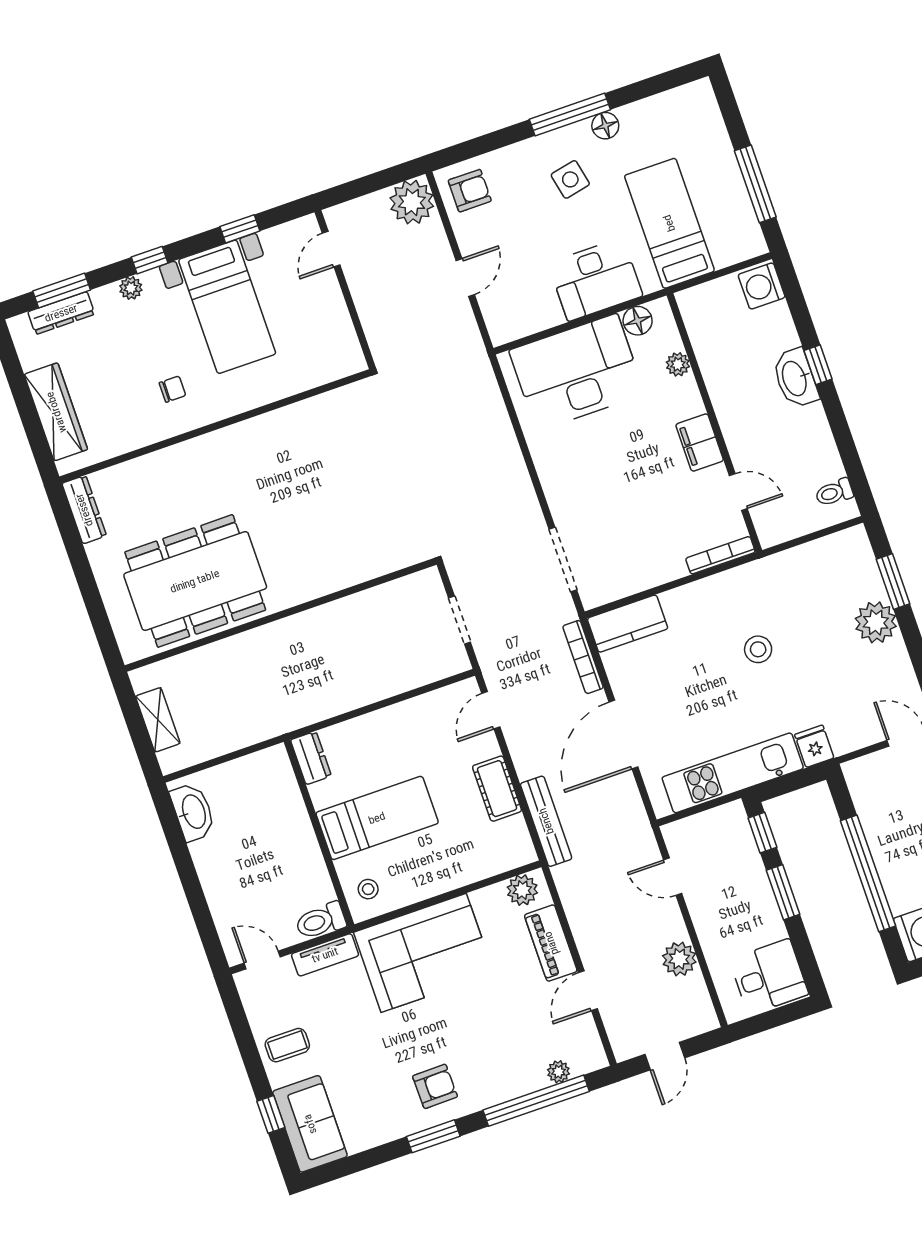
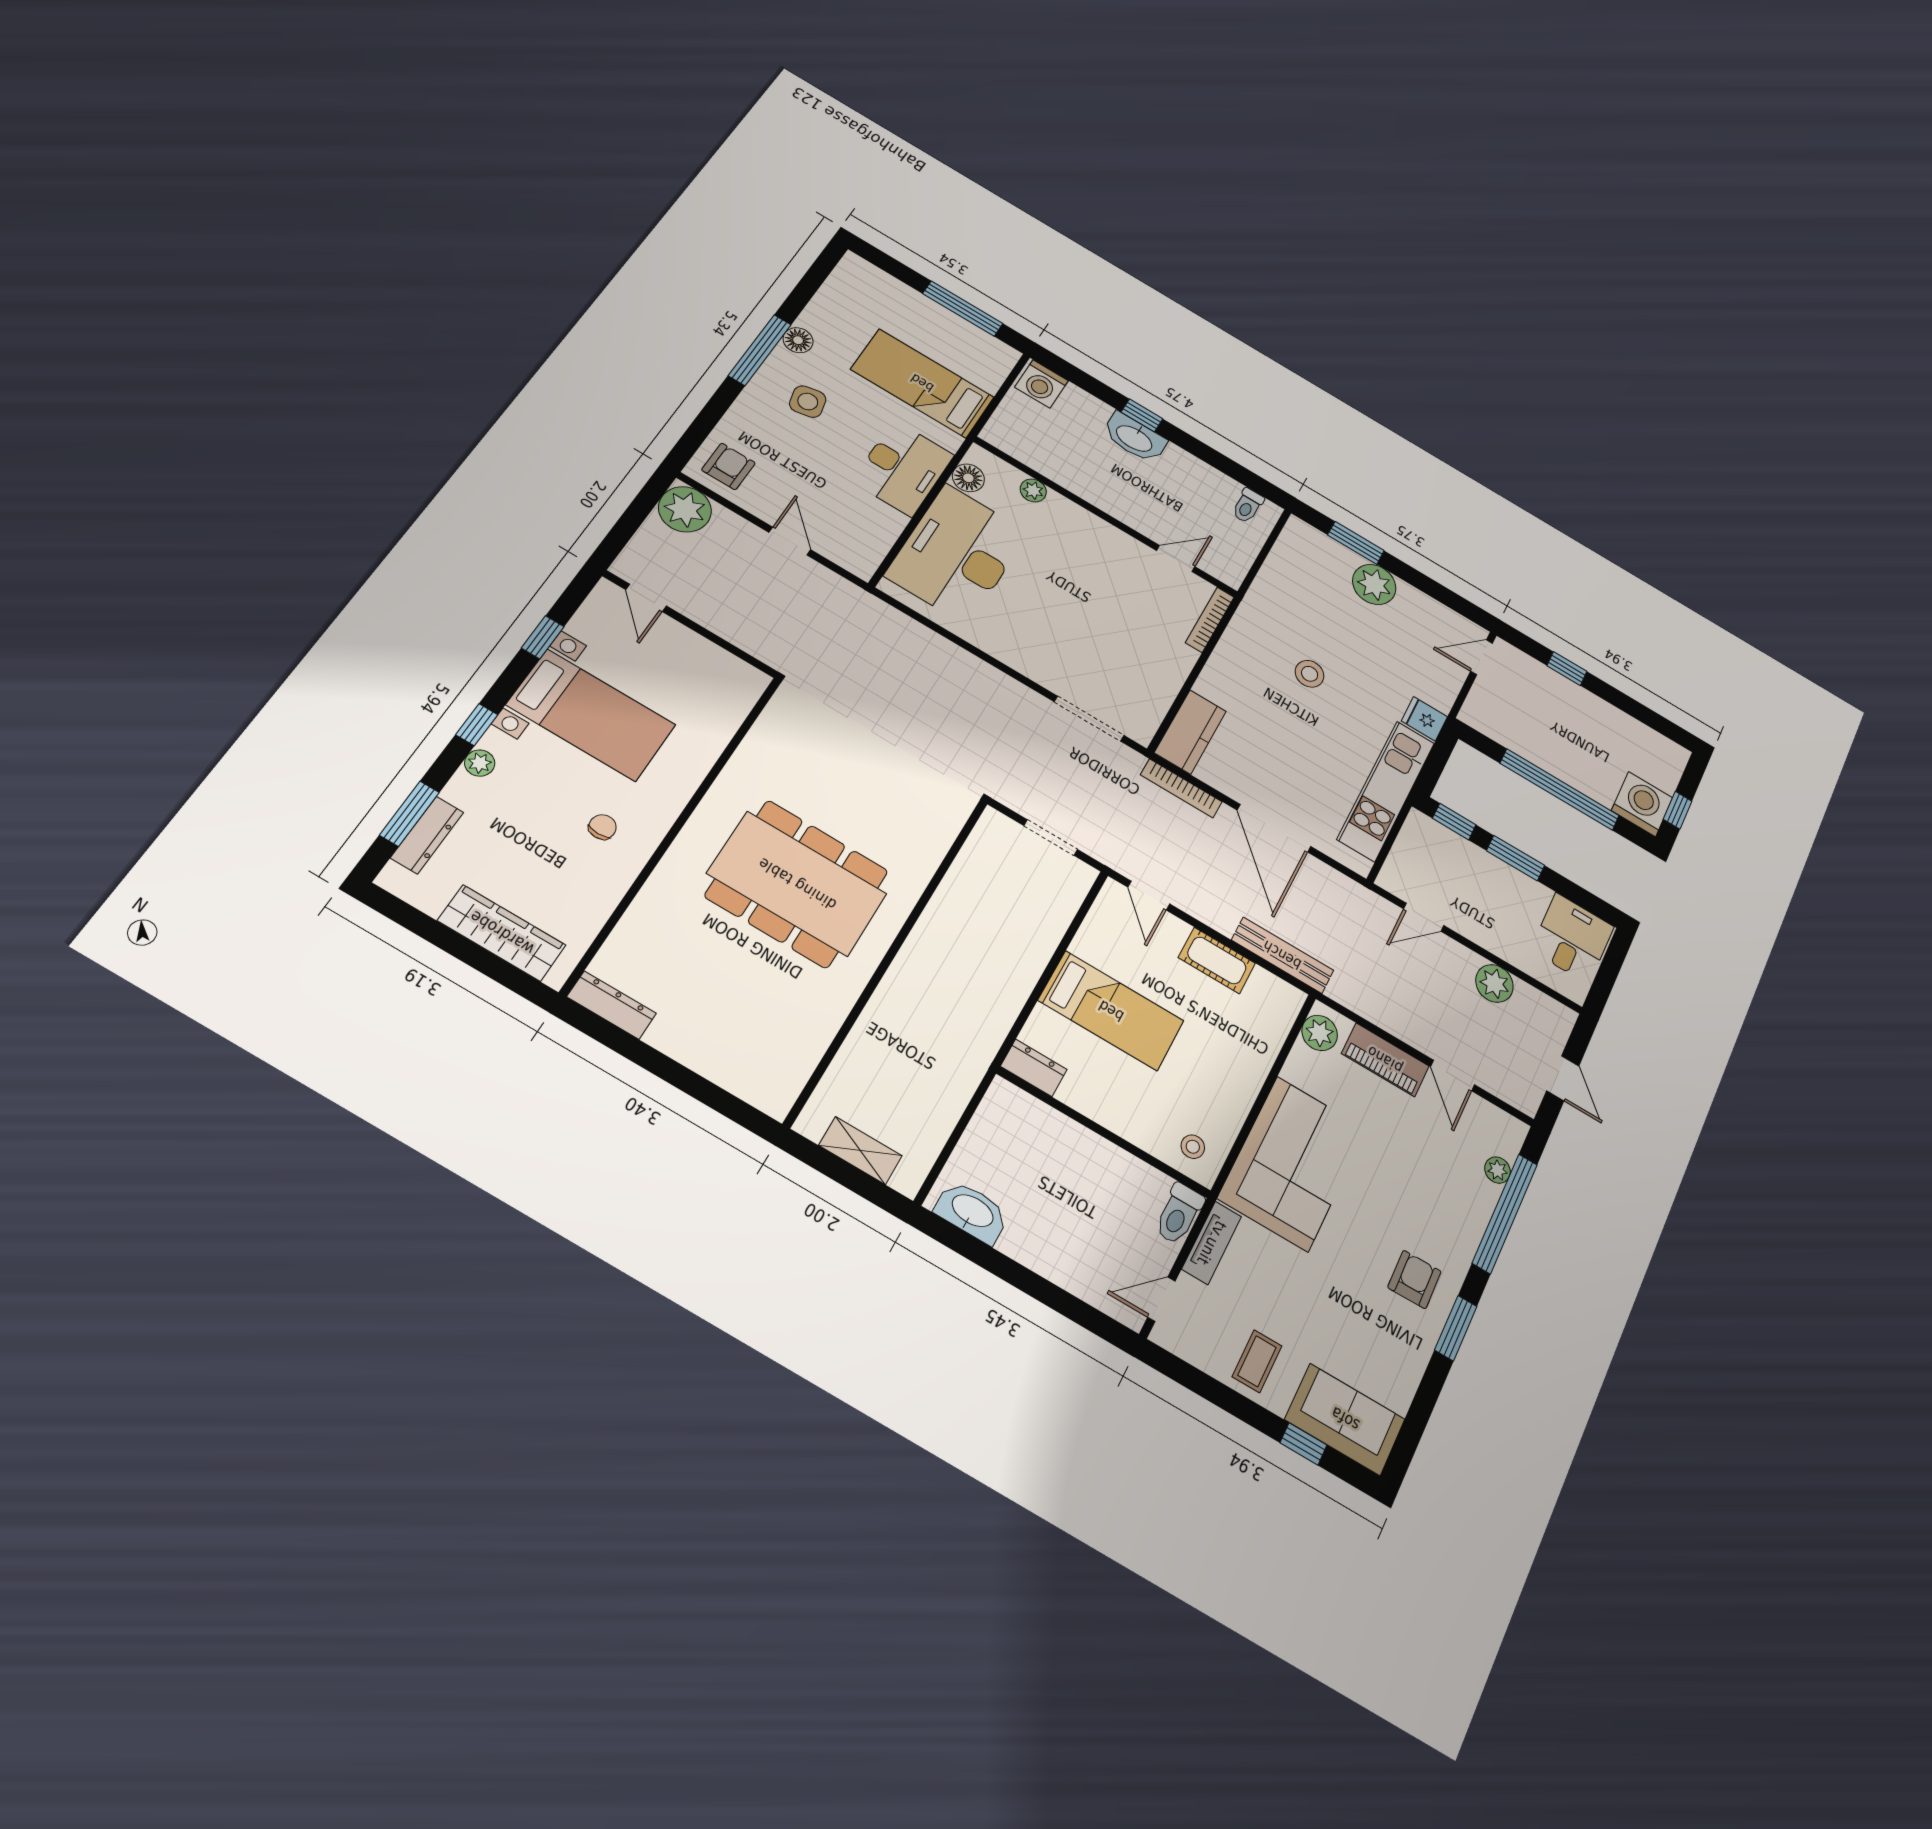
filing cabinet: (700, 442) -> (1109, 541), removed
dining table: (195, 581) -> (797, 884), moved, turned 90
bed: (377, 818) -> (1111, 1011), moved, turned 90

